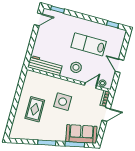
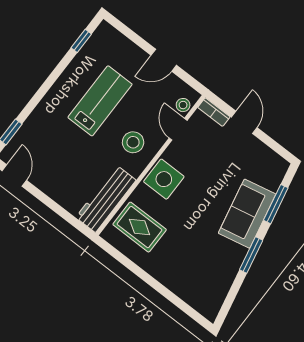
lab bench: (89, 44) -> (100, 101), turned 180
side table: (63, 102) -> (164, 179), moved
rug: (35, 109) -> (140, 227), moved
sofa: (81, 134) -> (247, 214), moved

